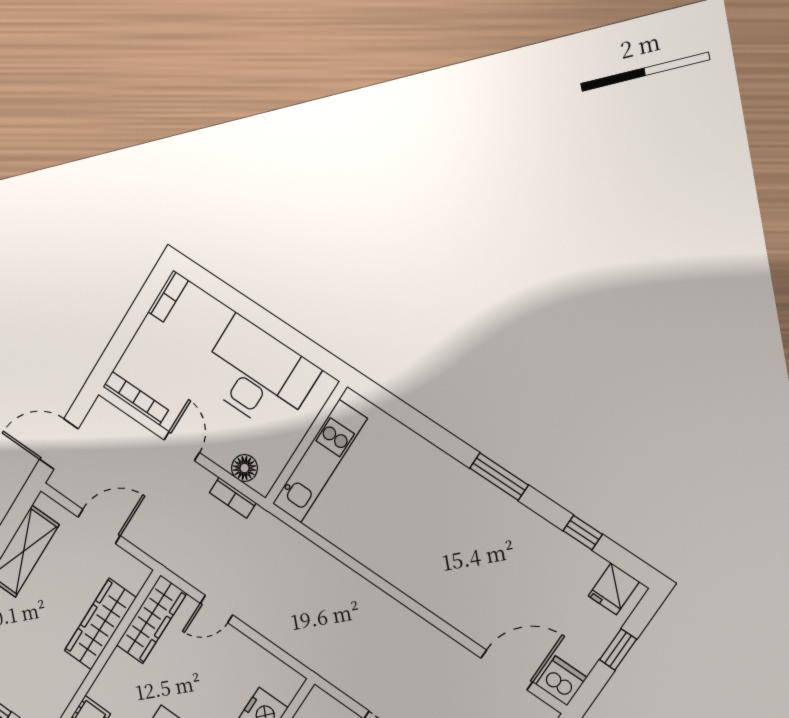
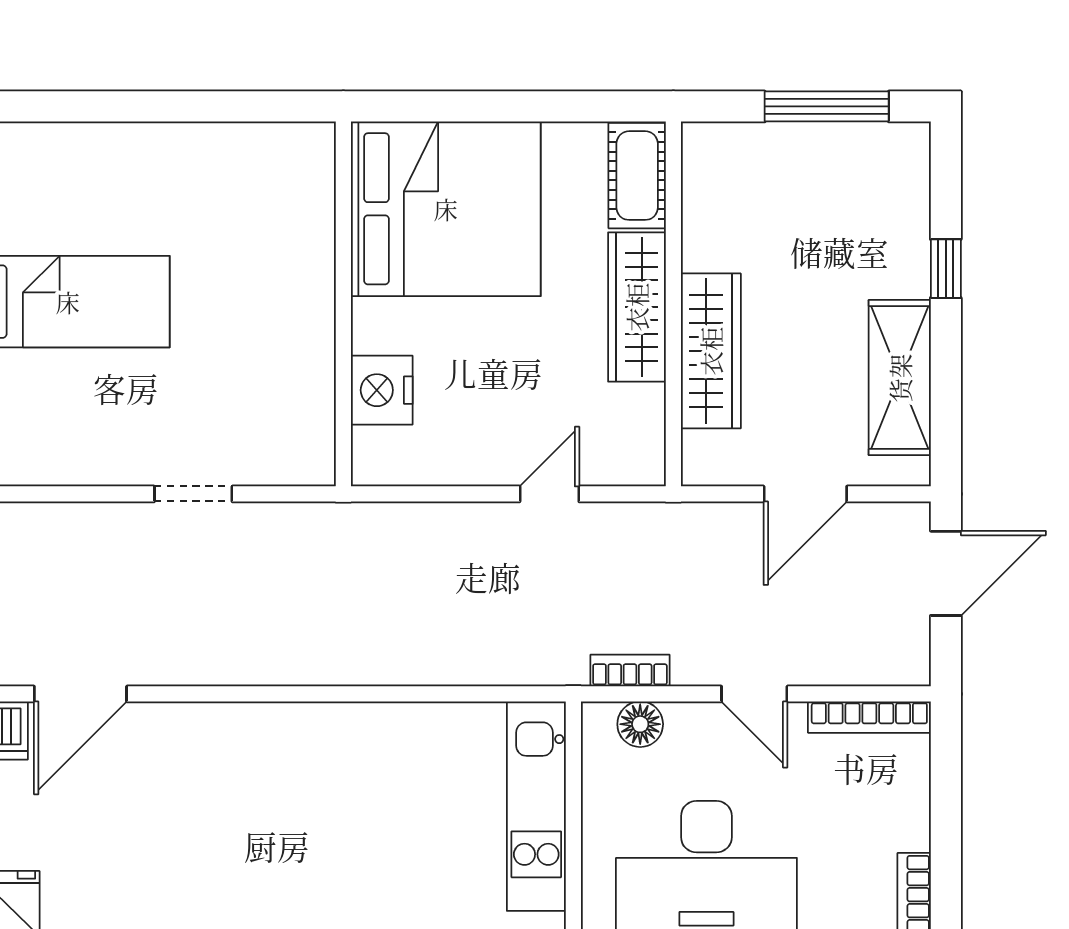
wardrobe: (151, 619) -> (637, 307), moved

